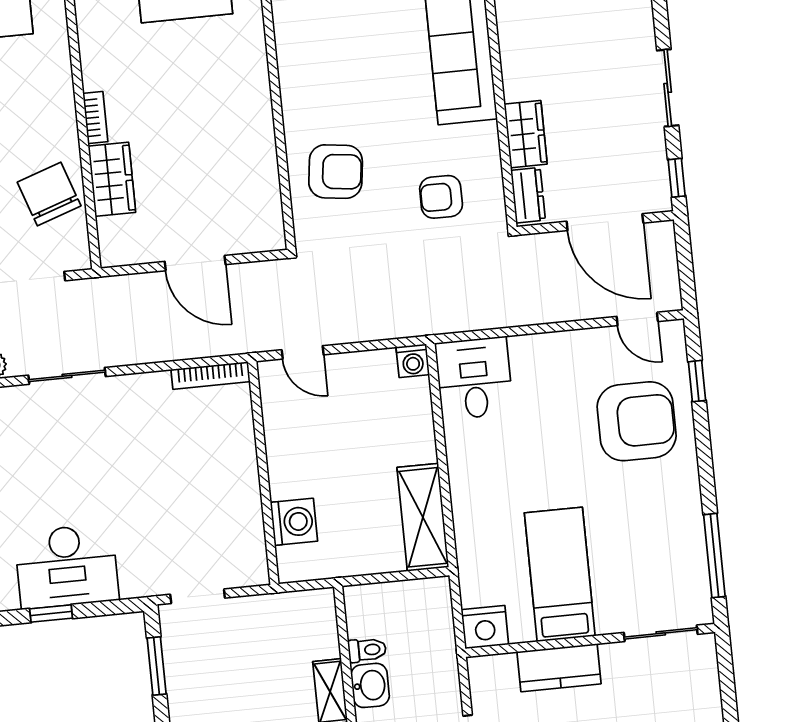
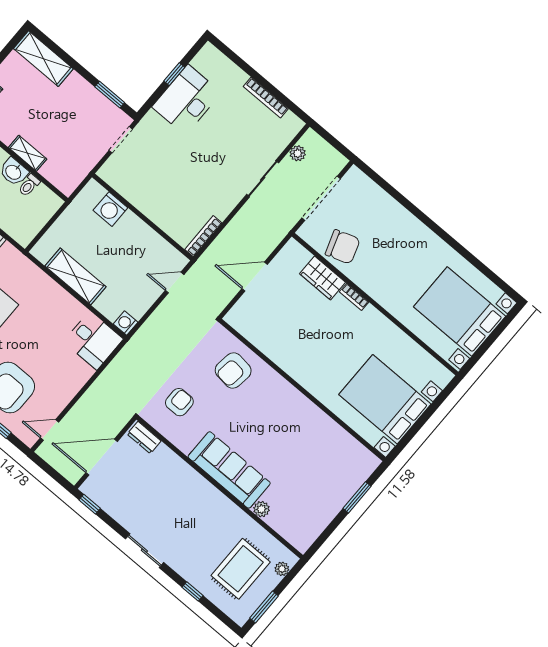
sliding door: (668, 88) -> (144, 551), moved
wardrobe: (526, 134) -> (170, 462), removed
shelving: (423, 517) -> (75, 276), moved

